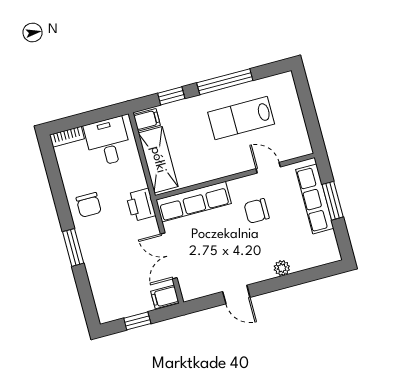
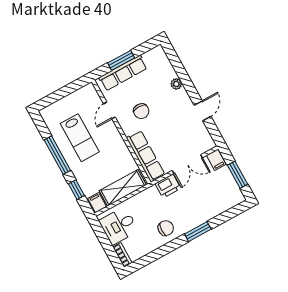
printer: (141, 205) -> (168, 186), moved
window: (137, 321) -> (238, 175), width x1.50

